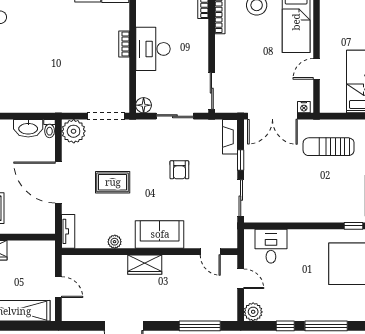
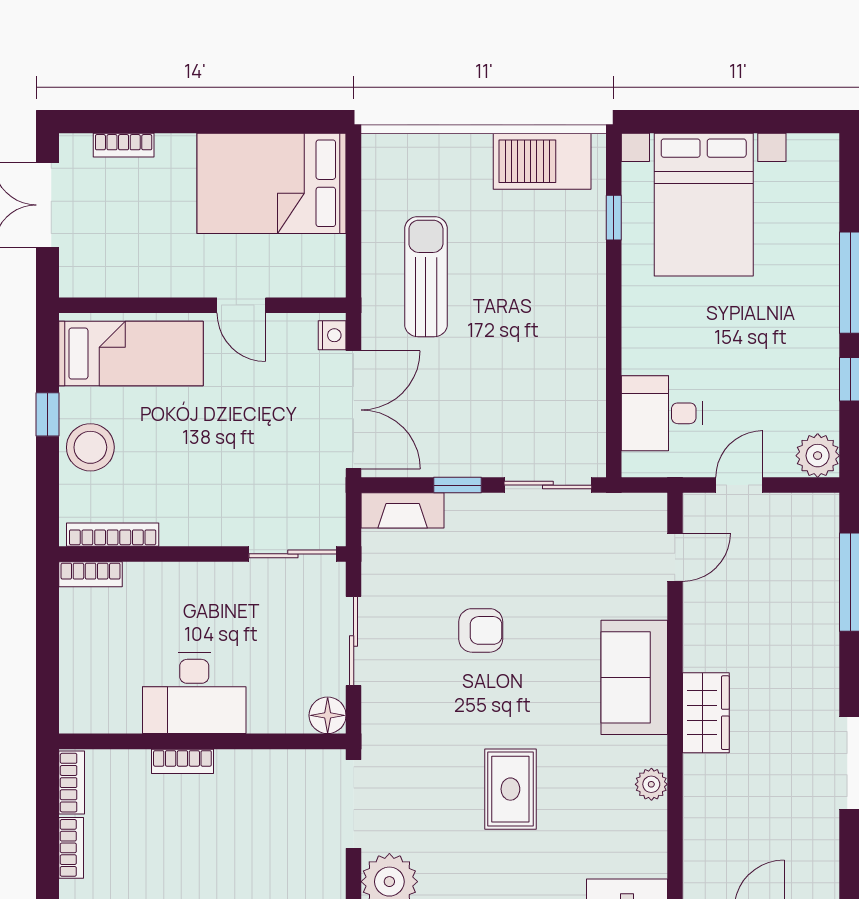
sun lounger: (329, 147) -> (426, 277), turned 180

